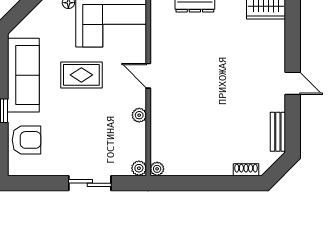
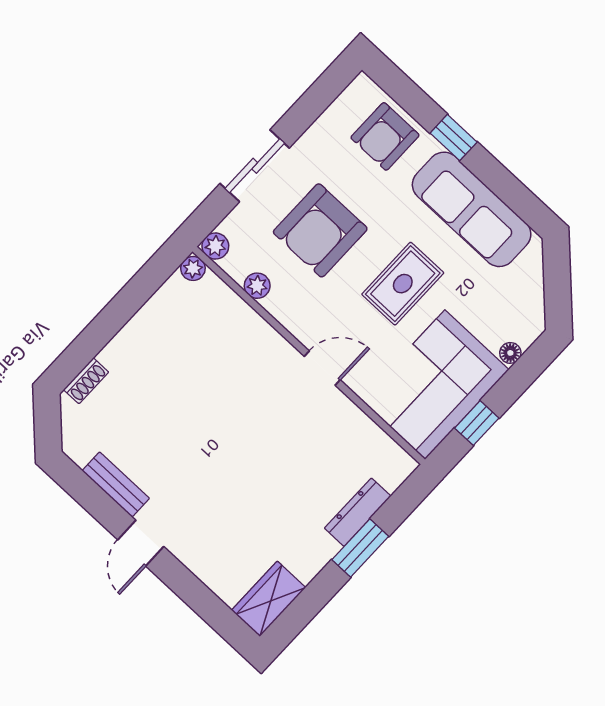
door: (293, 83) -> (141, 543), hinge flipped
plant: (139, 115) -> (257, 286), moved
armchair: (91, 130) -> (320, 230), added
bench: (278, 132) -> (116, 484), moved

